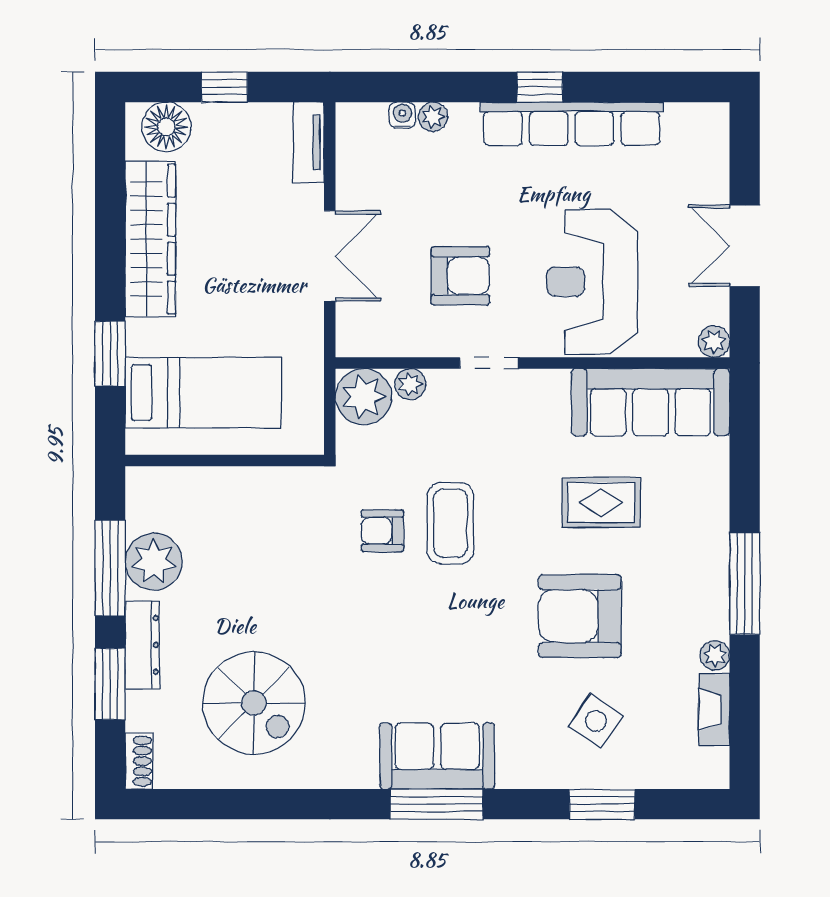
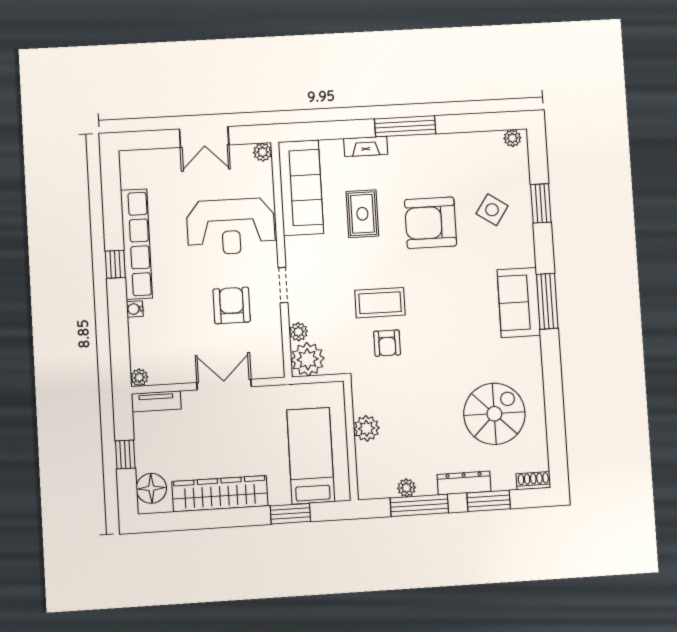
water cooler: (402, 115) -> (135, 309), moved
plant: (433, 117) -> (139, 377), moved
plant: (243, 488) -> (366, 428), added
plant: (154, 562) -> (406, 488), width x0.53, depth x0.53
armchair: (580, 616) -> (431, 223), turned 90
plant: (715, 655) -> (512, 138), moved
fireplace: (714, 709) -> (366, 146), moved

